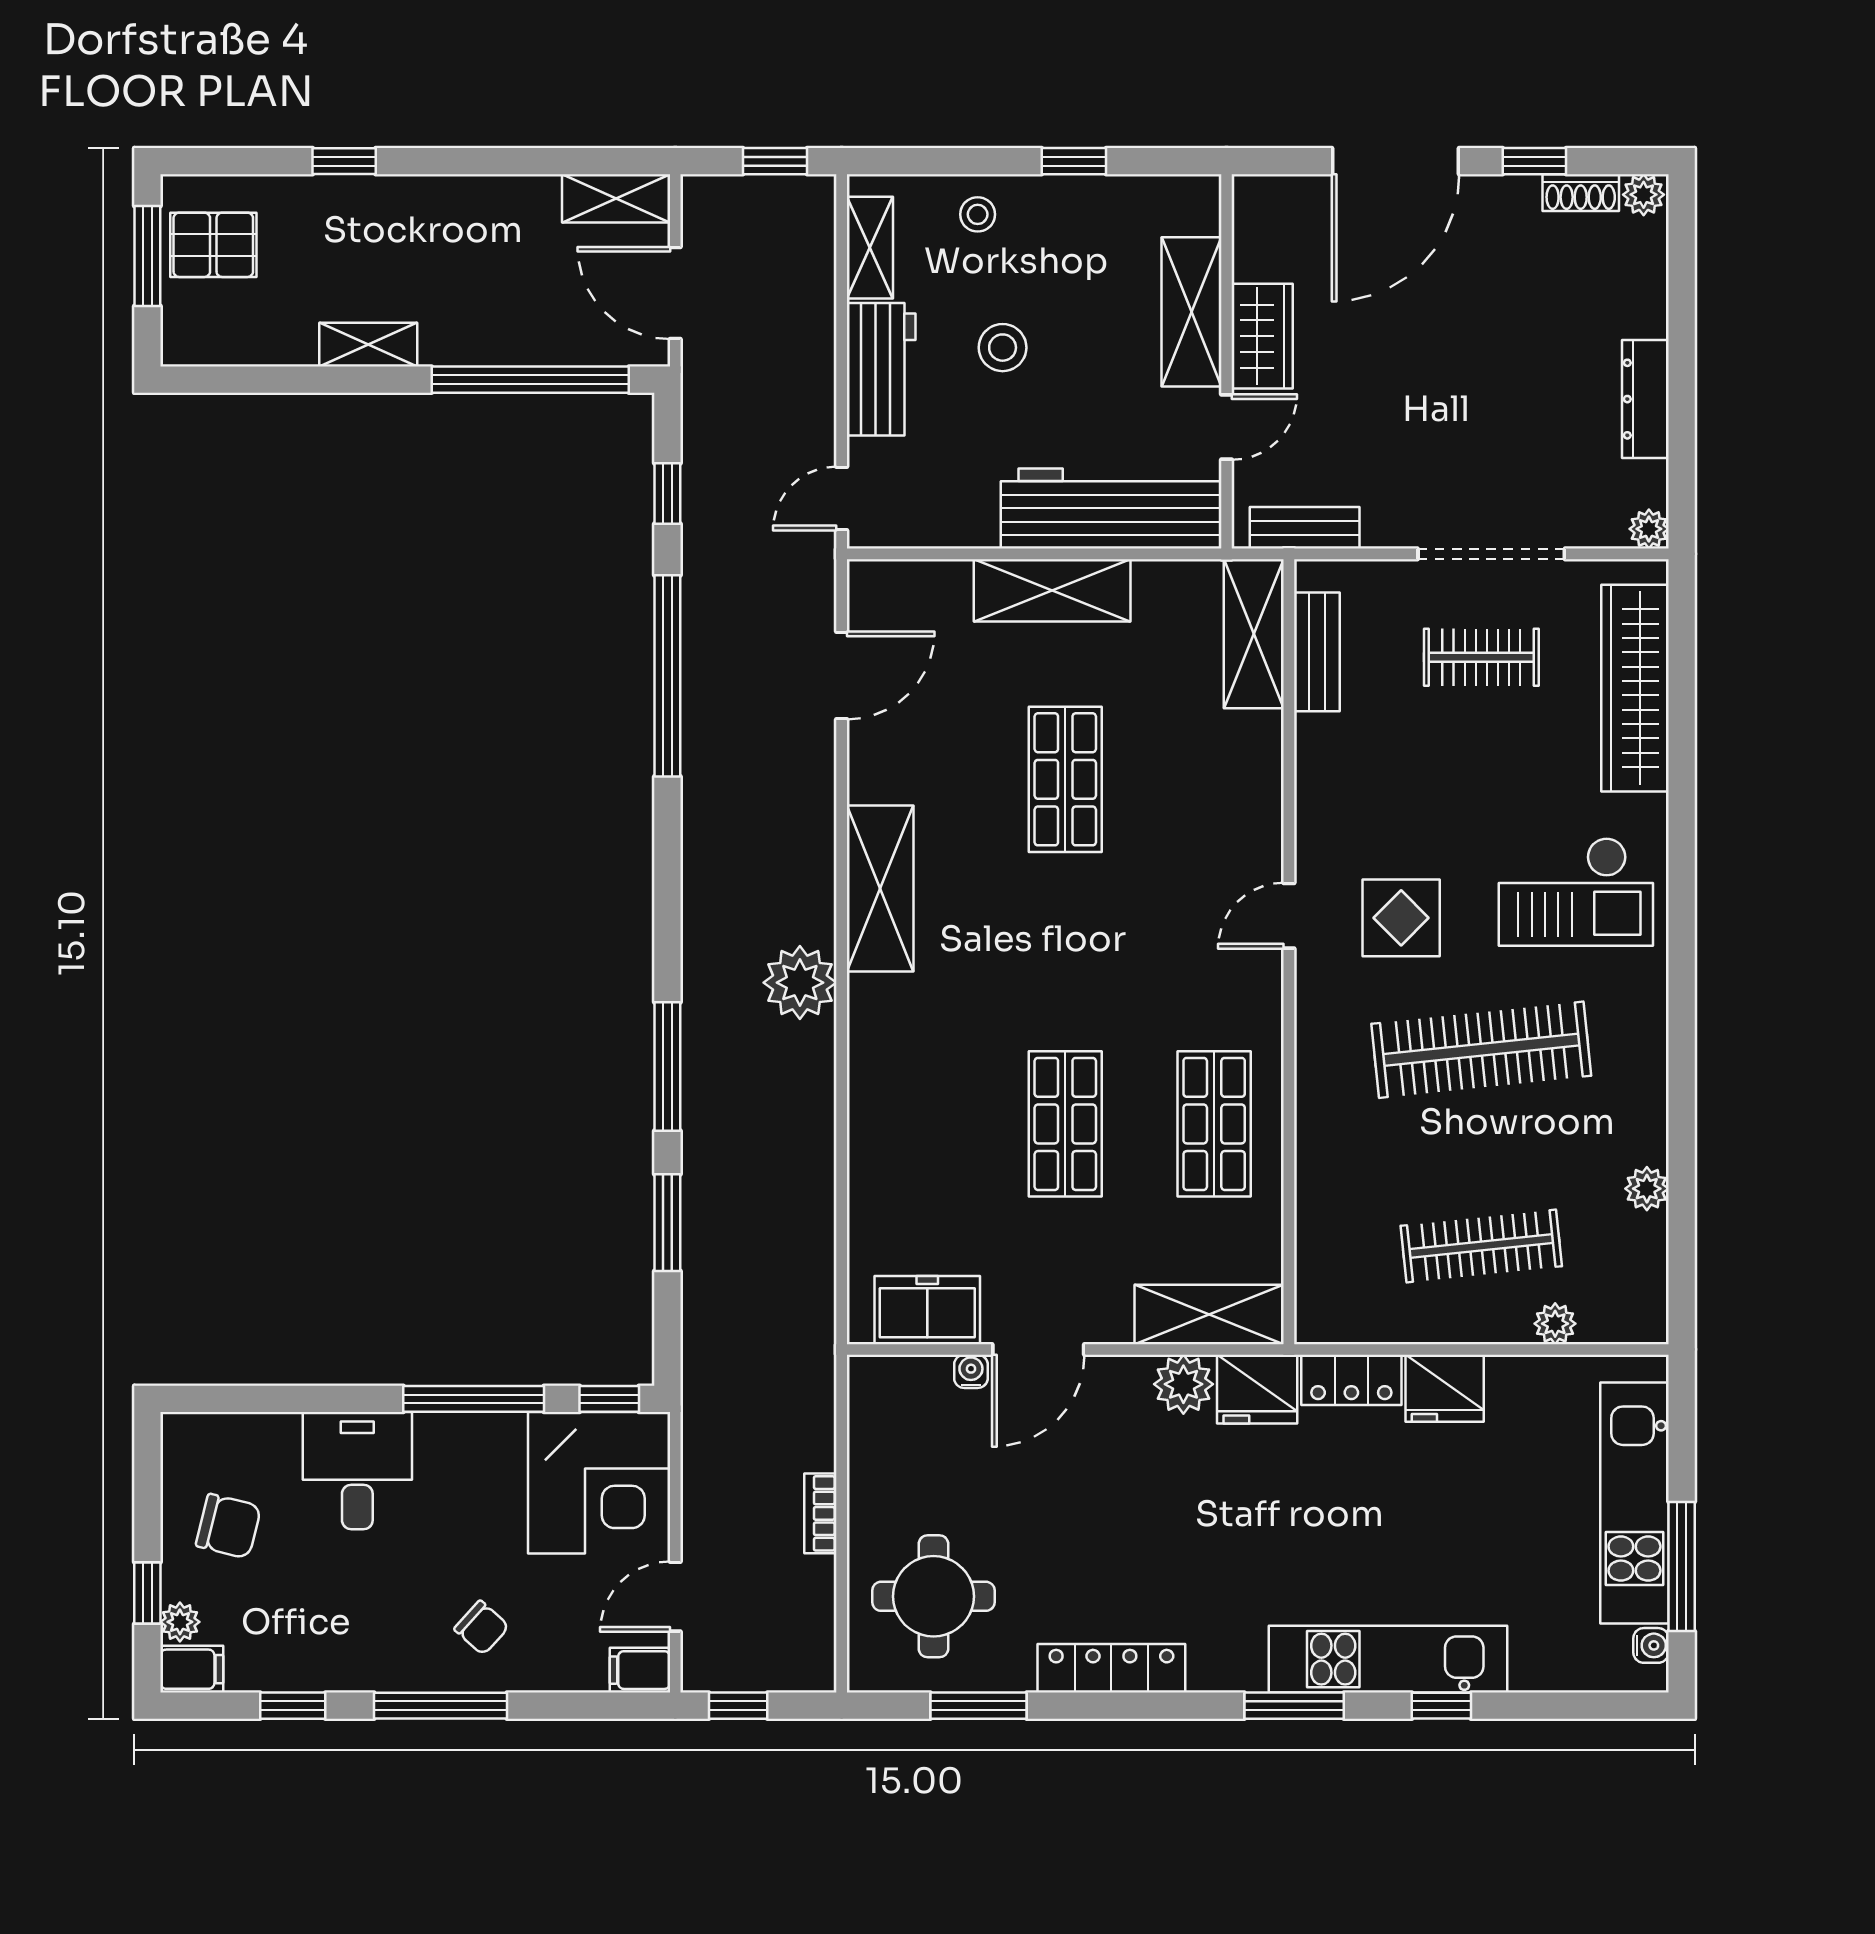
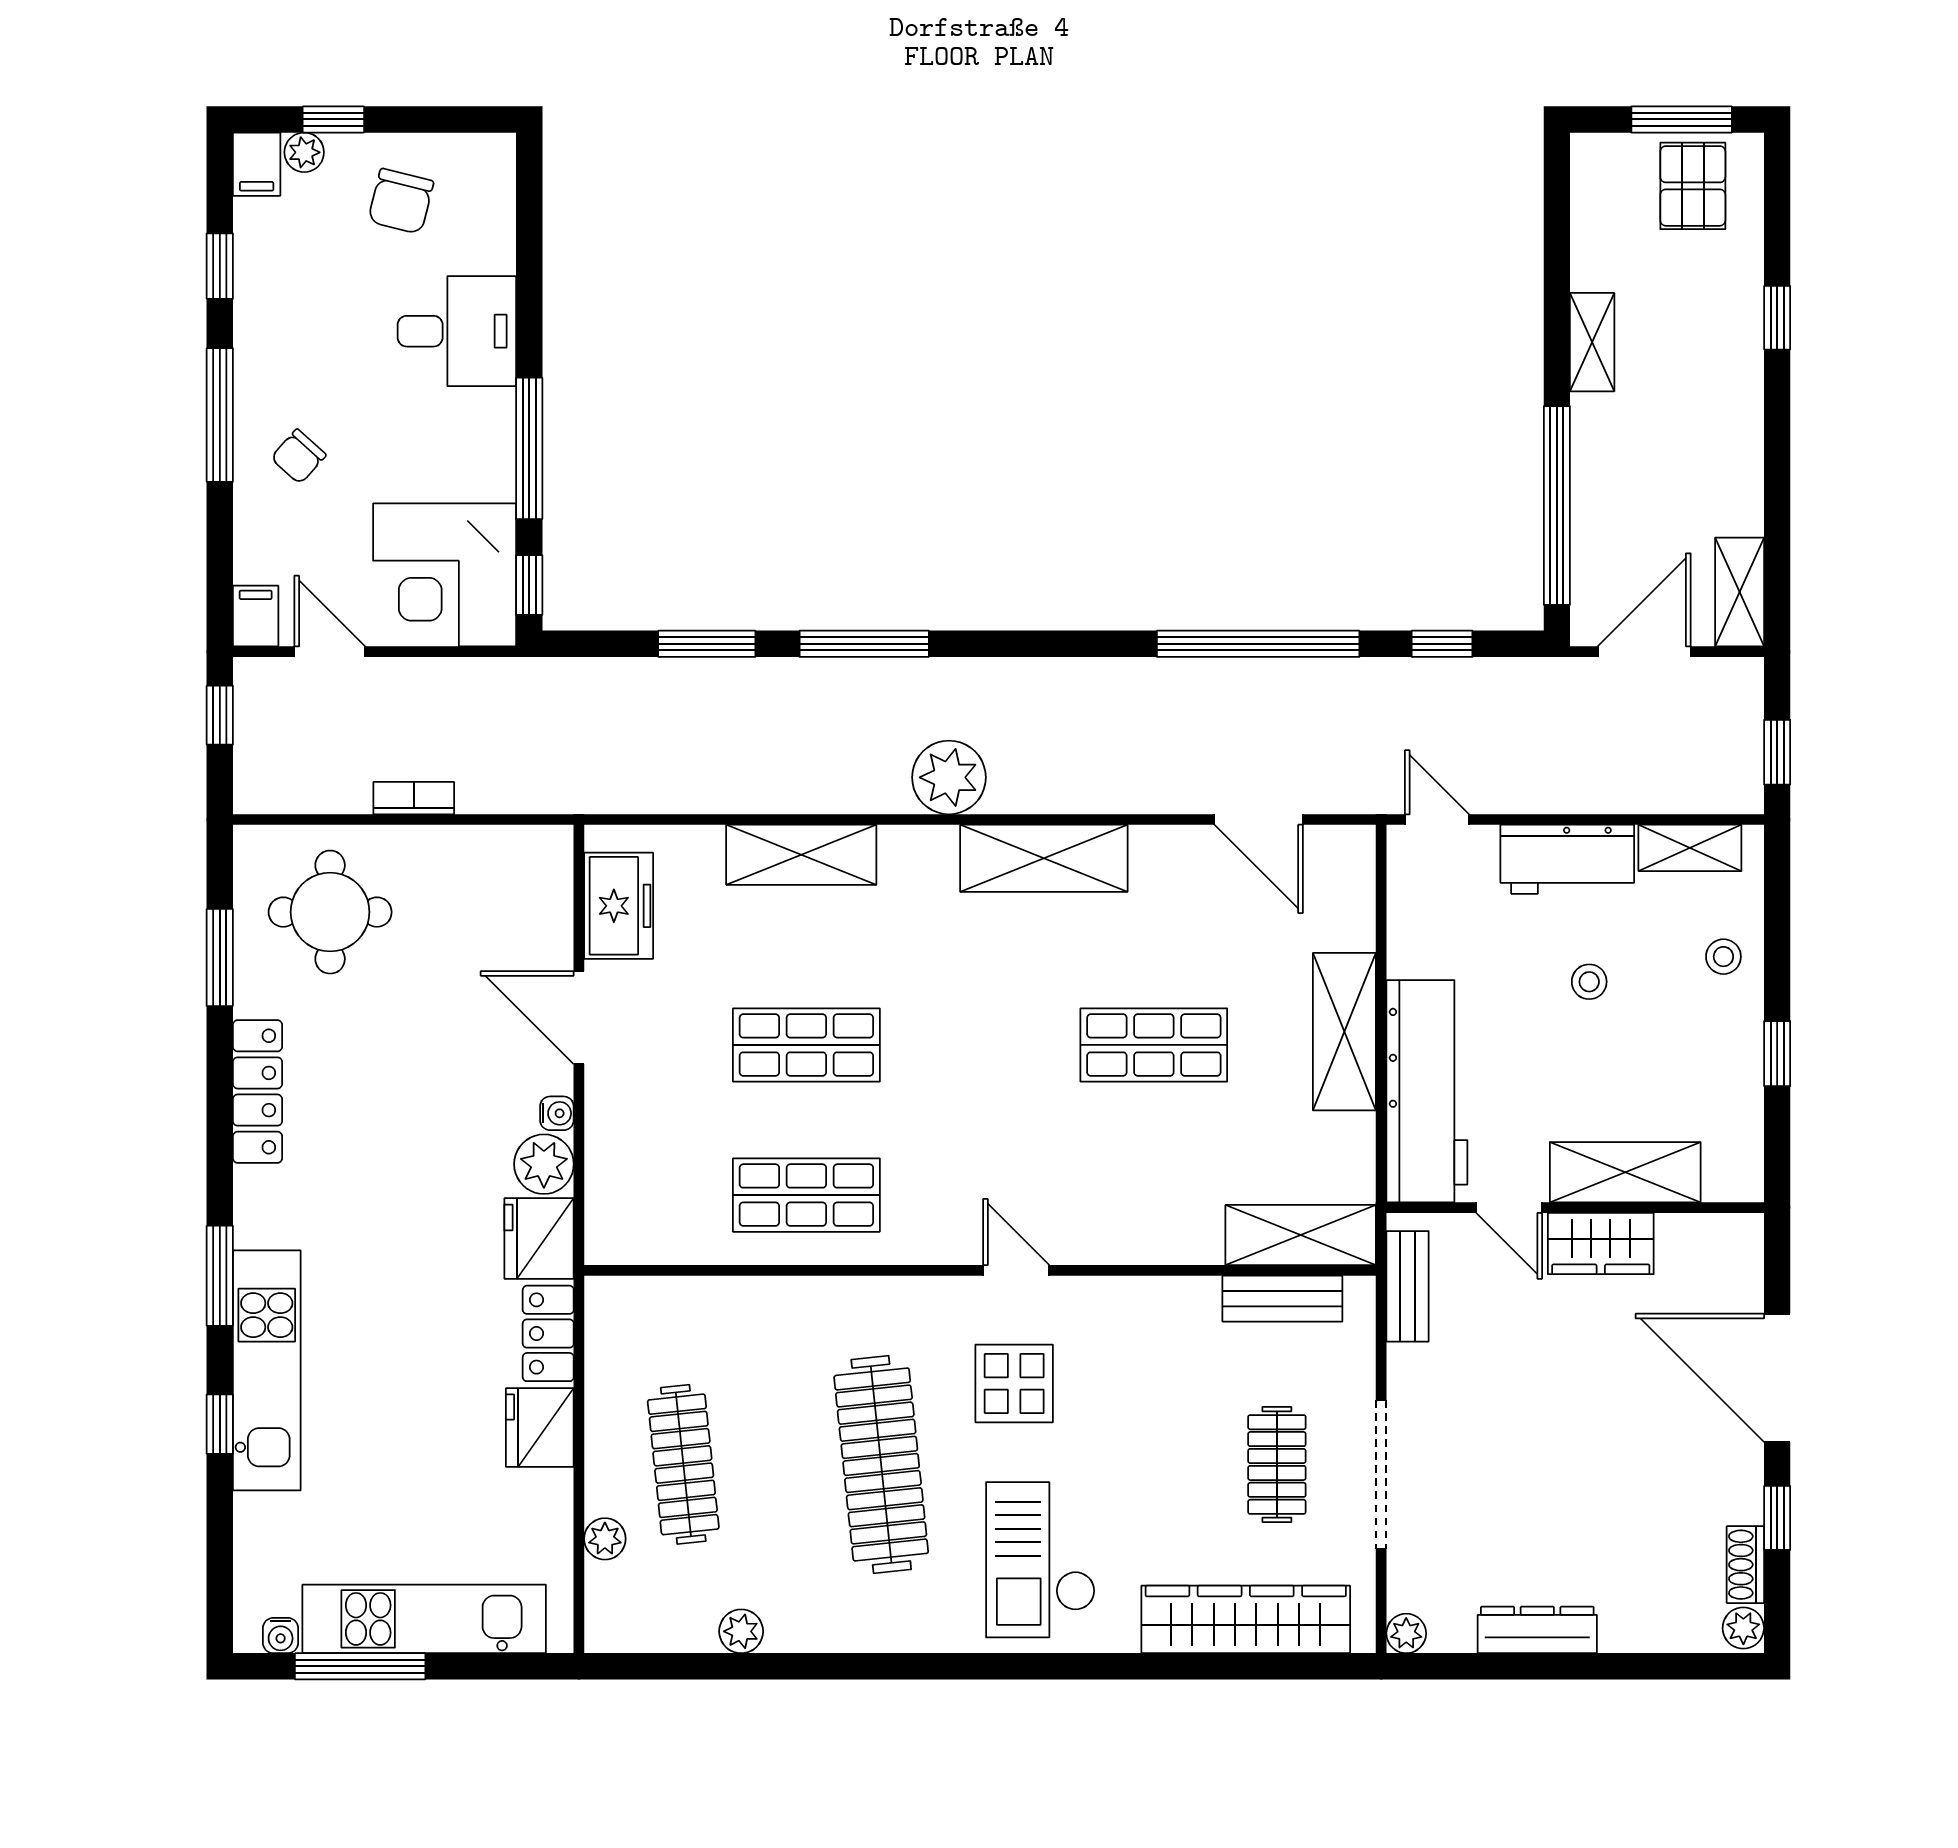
stool: (1003, 348) -> (1589, 982), width x0.73, depth x0.73
shelving: (1209, 1314) -> (801, 855), moved, turned 90
water cooler: (971, 1371) -> (557, 1113), moved

